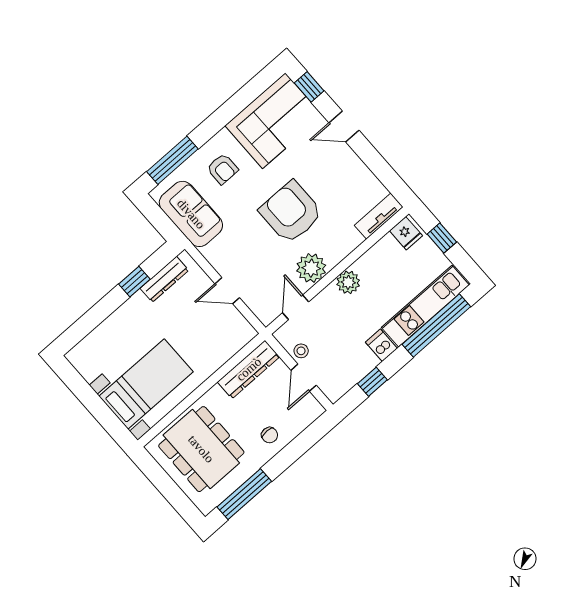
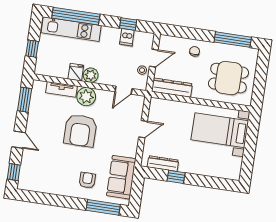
corner sofa: (274, 121) -> (44, 175), removed
window: (387, 175) -> (25, 100), added
tv unit: (379, 216) -> (61, 89), moved
fridge: (406, 233) -> (76, 72), moved
plant: (311, 268) -> (86, 97), moved
door: (227, 291) -> (143, 129), hinge flipped
dishwasher: (381, 345) -> (127, 37), moved
dining table: (201, 449) -> (229, 78), width x0.73

